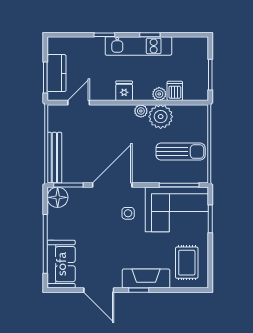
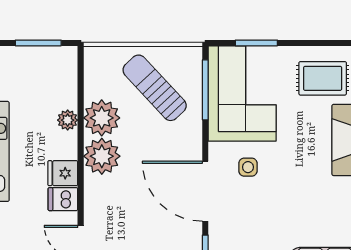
dishwasher: (175, 91) -> (63, 199), moved
plant: (141, 111) -> (102, 156), width x1.88, depth x1.88
sun lounger: (181, 152) -> (155, 88), turned -43

